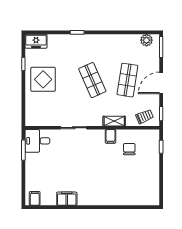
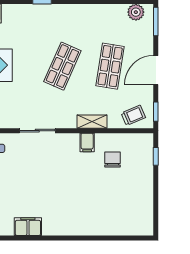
shop shelf: (92, 80) -> (62, 66), turned 48

